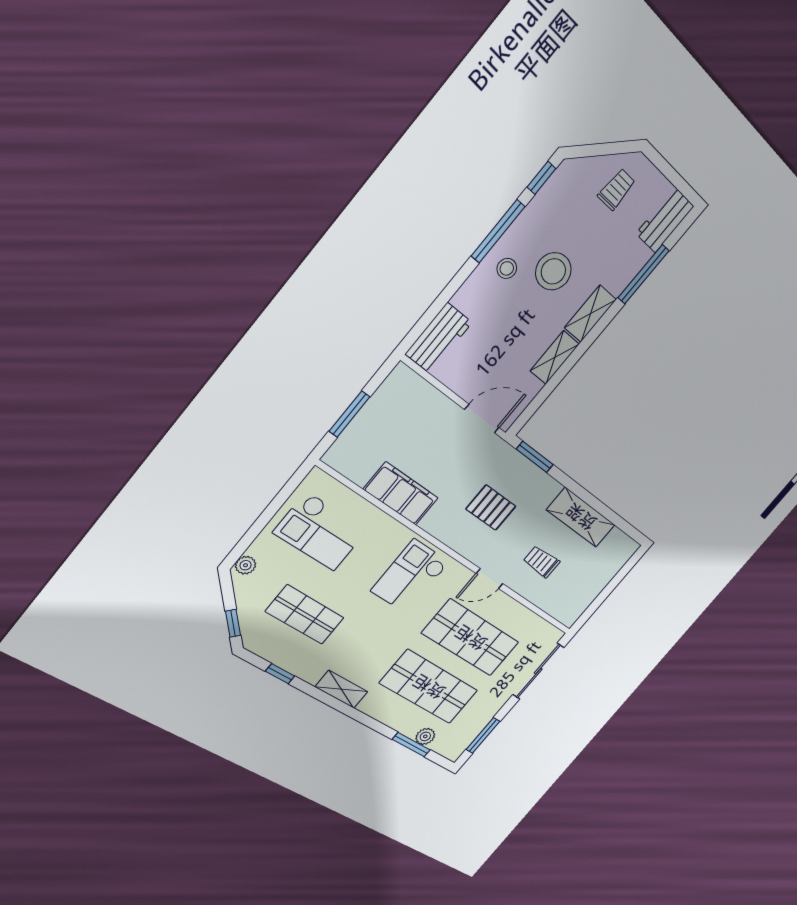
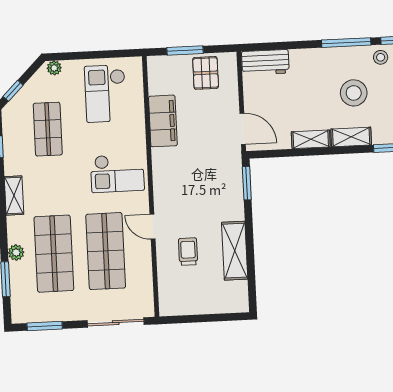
stool: (507, 268) -> (381, 57), moved
pallet: (491, 508) -> (206, 73), moved
checkout: (410, 576) -> (117, 173), turned 180
plant: (425, 736) -> (16, 253), moved

